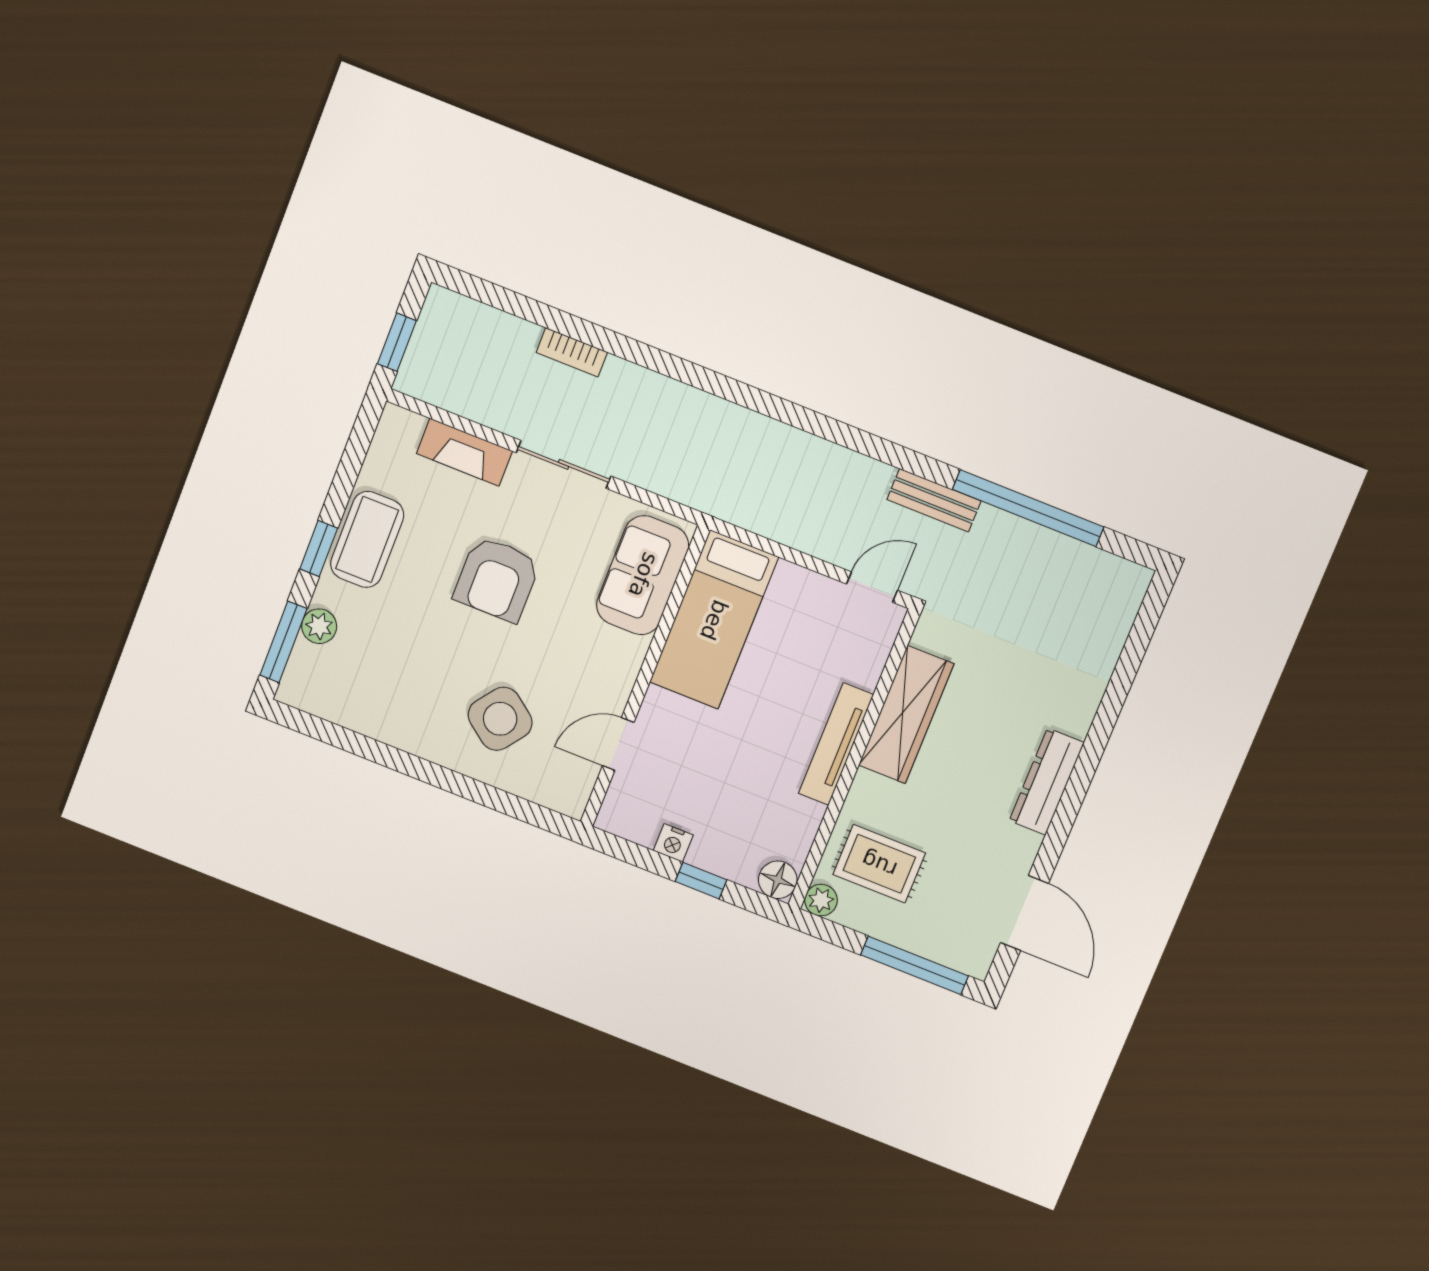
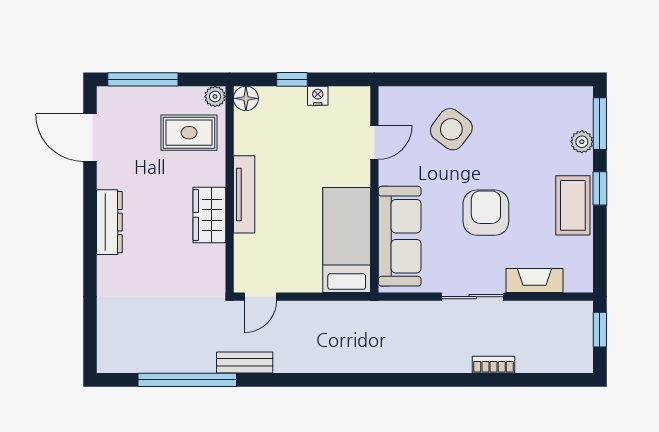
sofa: (643, 575) -> (400, 236), width x1.36
wardrobe: (906, 715) -> (209, 215), width x0.67

